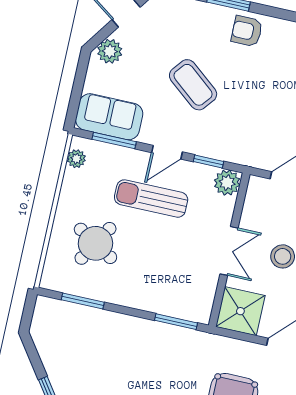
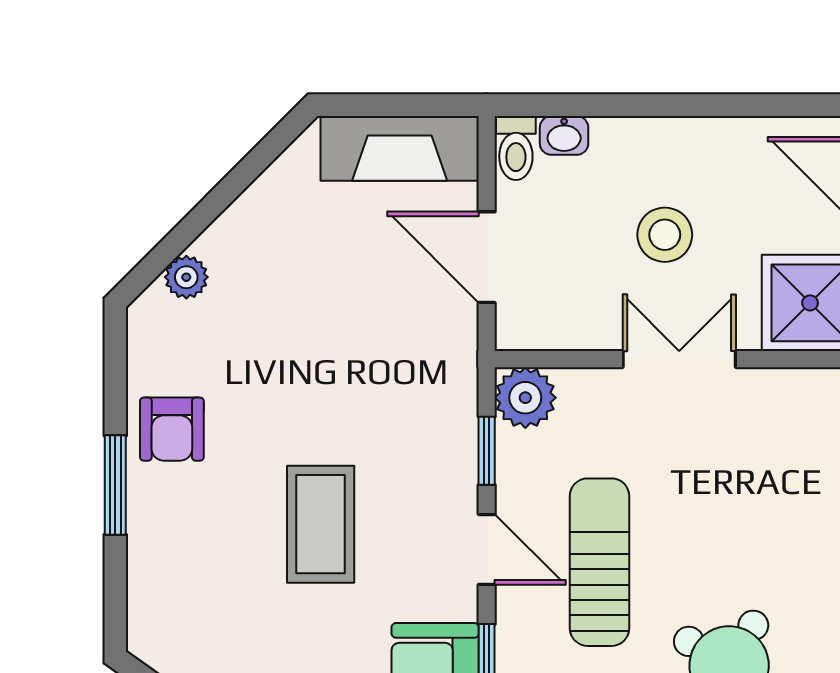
coffee table: (193, 85) -> (321, 524), turned -39
sun lounger: (151, 199) -> (600, 562), turned 180

